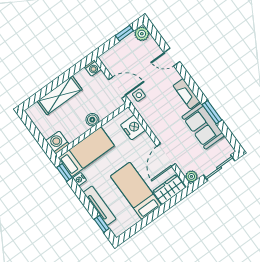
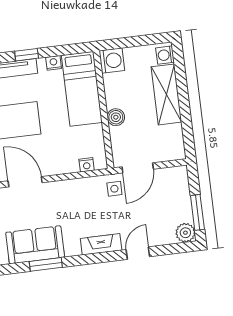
window: (124, 33) -> (197, 212), width x1.50
washing machine: (93, 68) -> (165, 55), moved
fireplace: (187, 94) -> (101, 244), moved
nightstand: (133, 127) -> (87, 165), width x0.53, depth x0.56
window: (64, 173) -> (27, 55), moved

